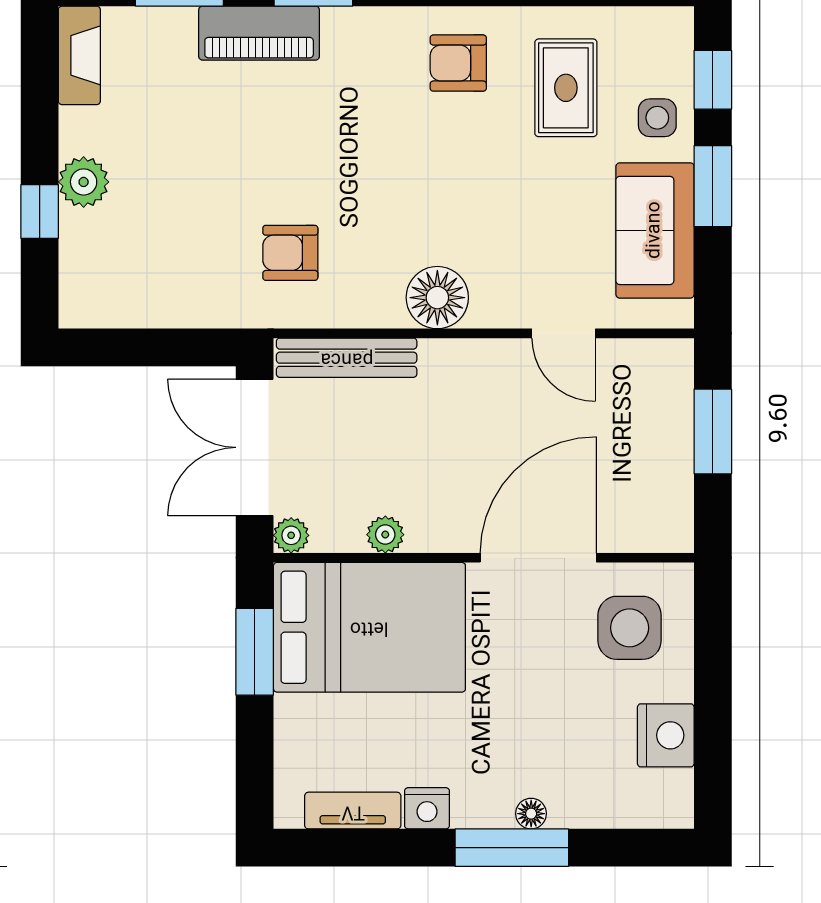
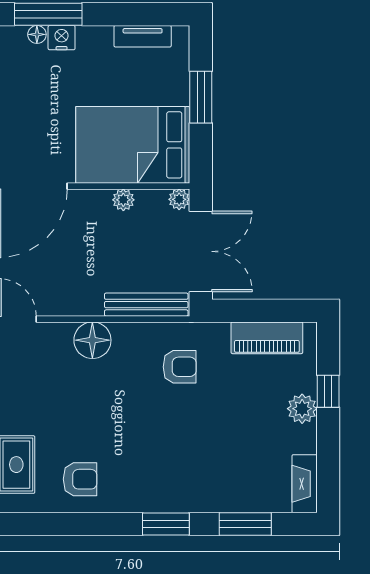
piano: (259, 33) -> (267, 338), moved, turned 180
window: (255, 652) -> (201, 97), moved
nightstand: (427, 808) -> (62, 38), moved

